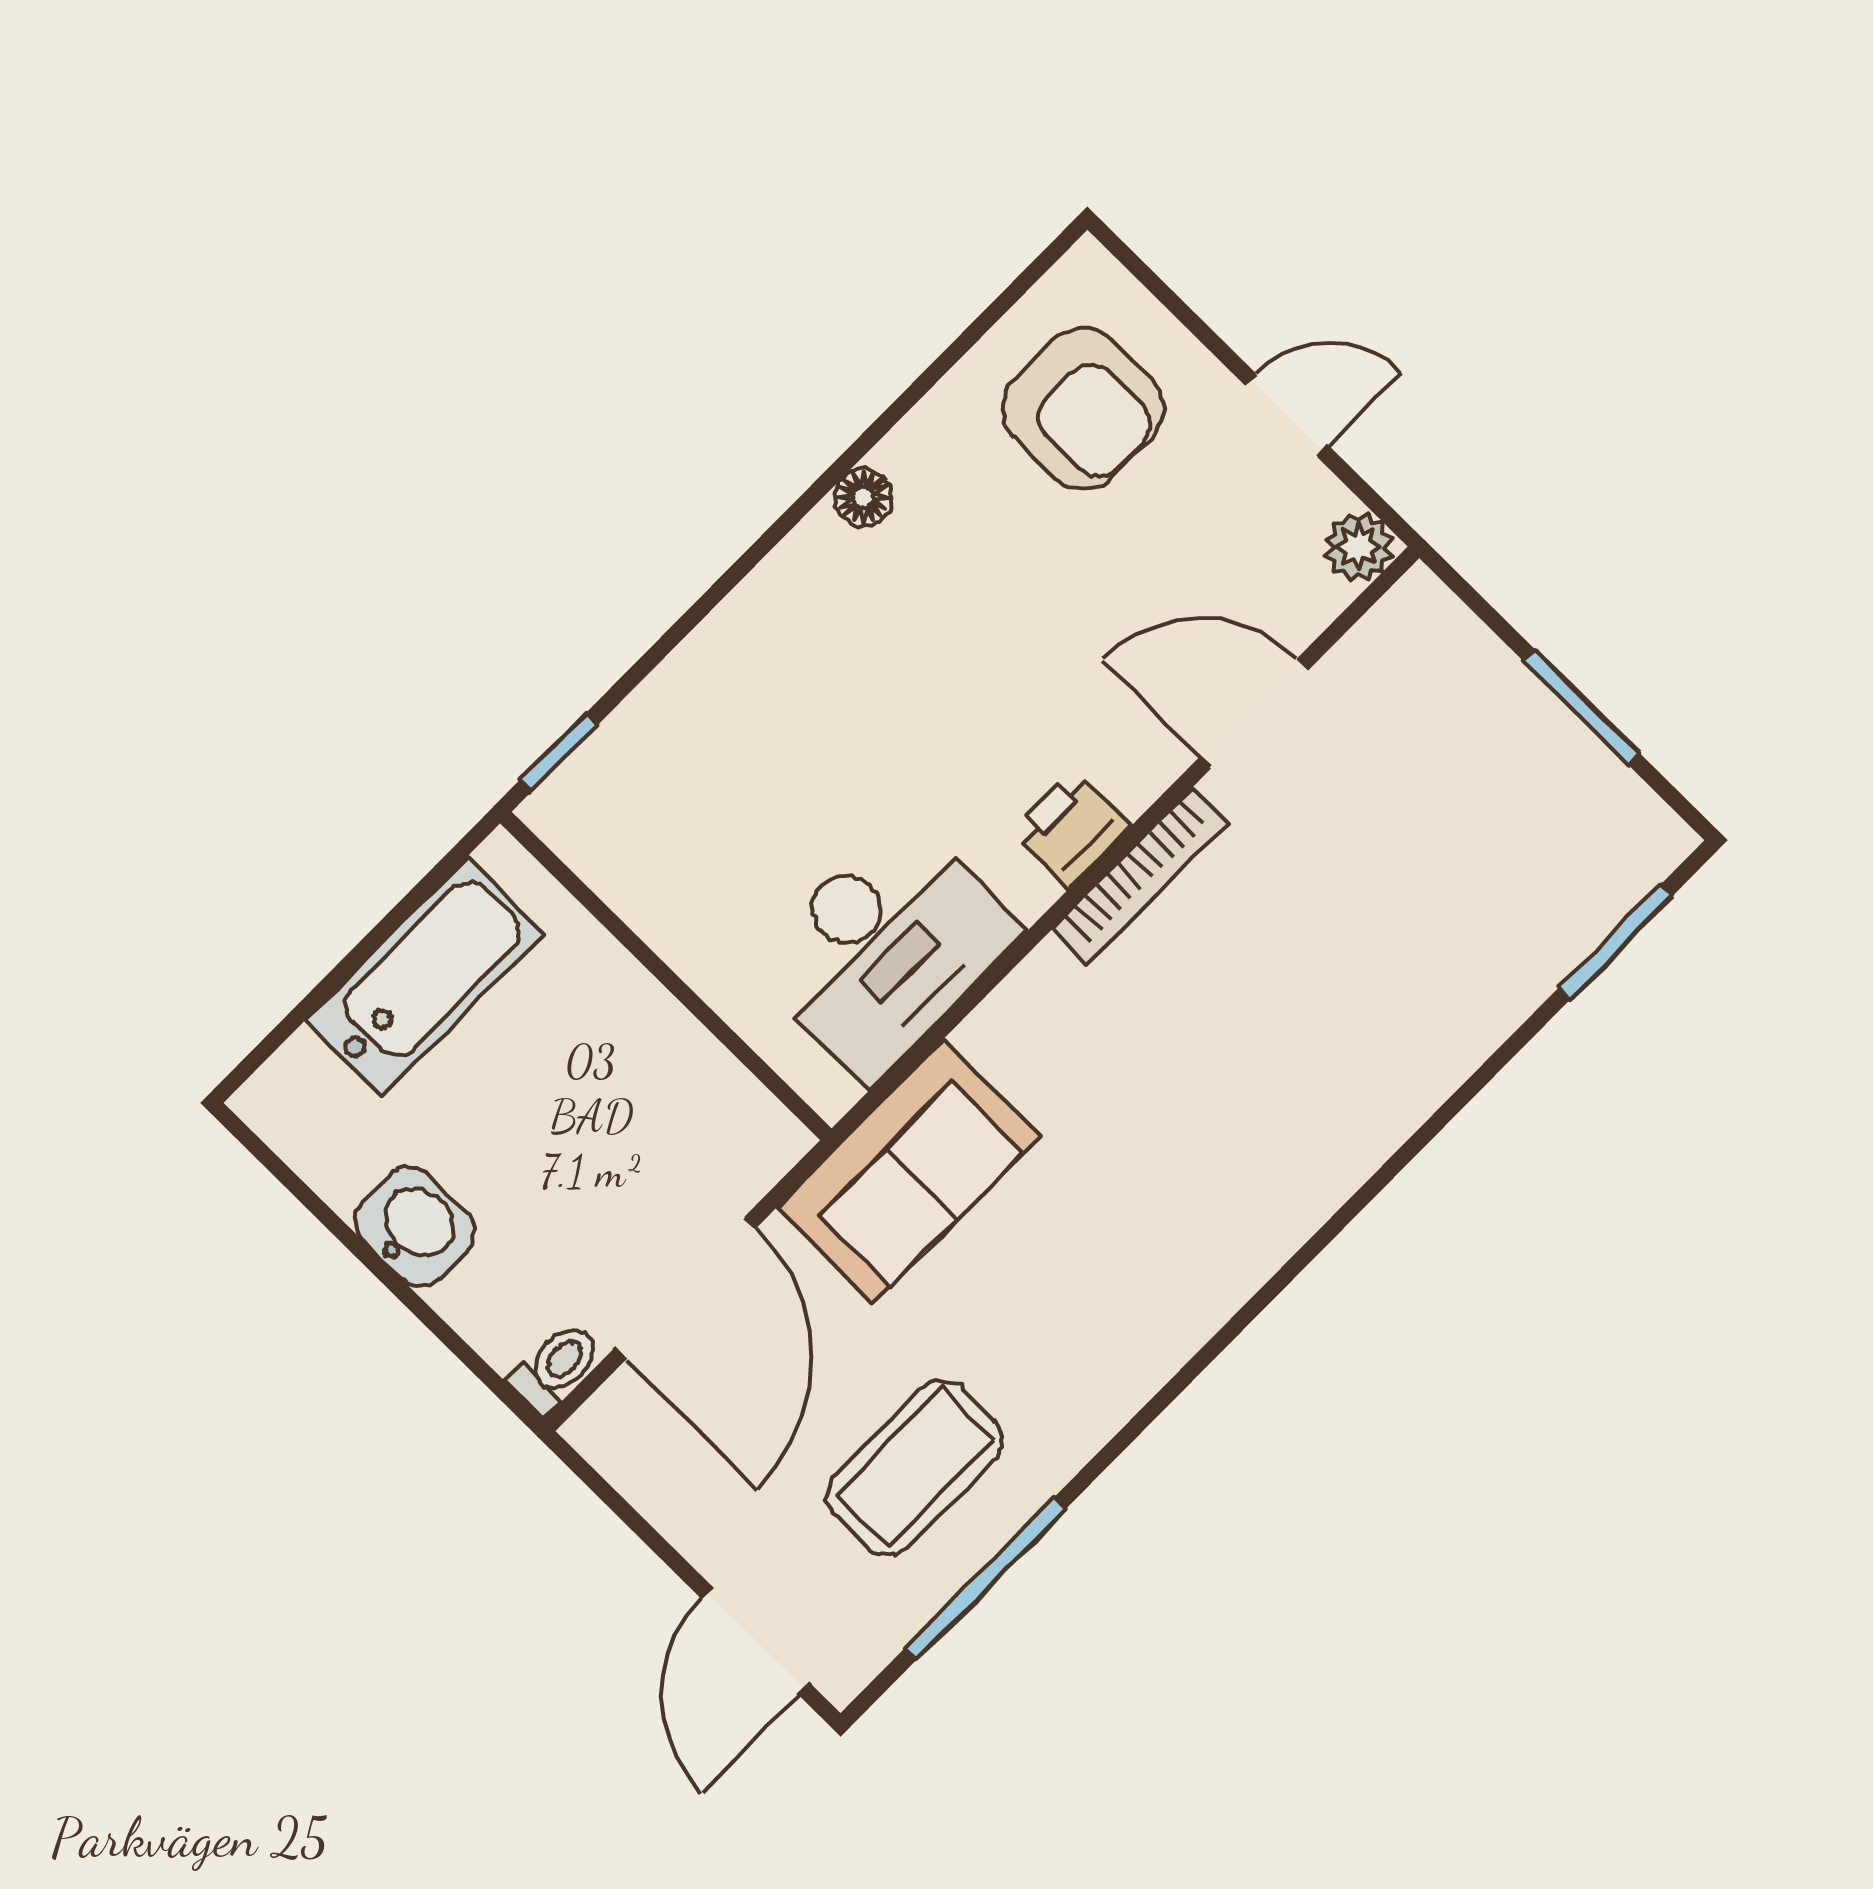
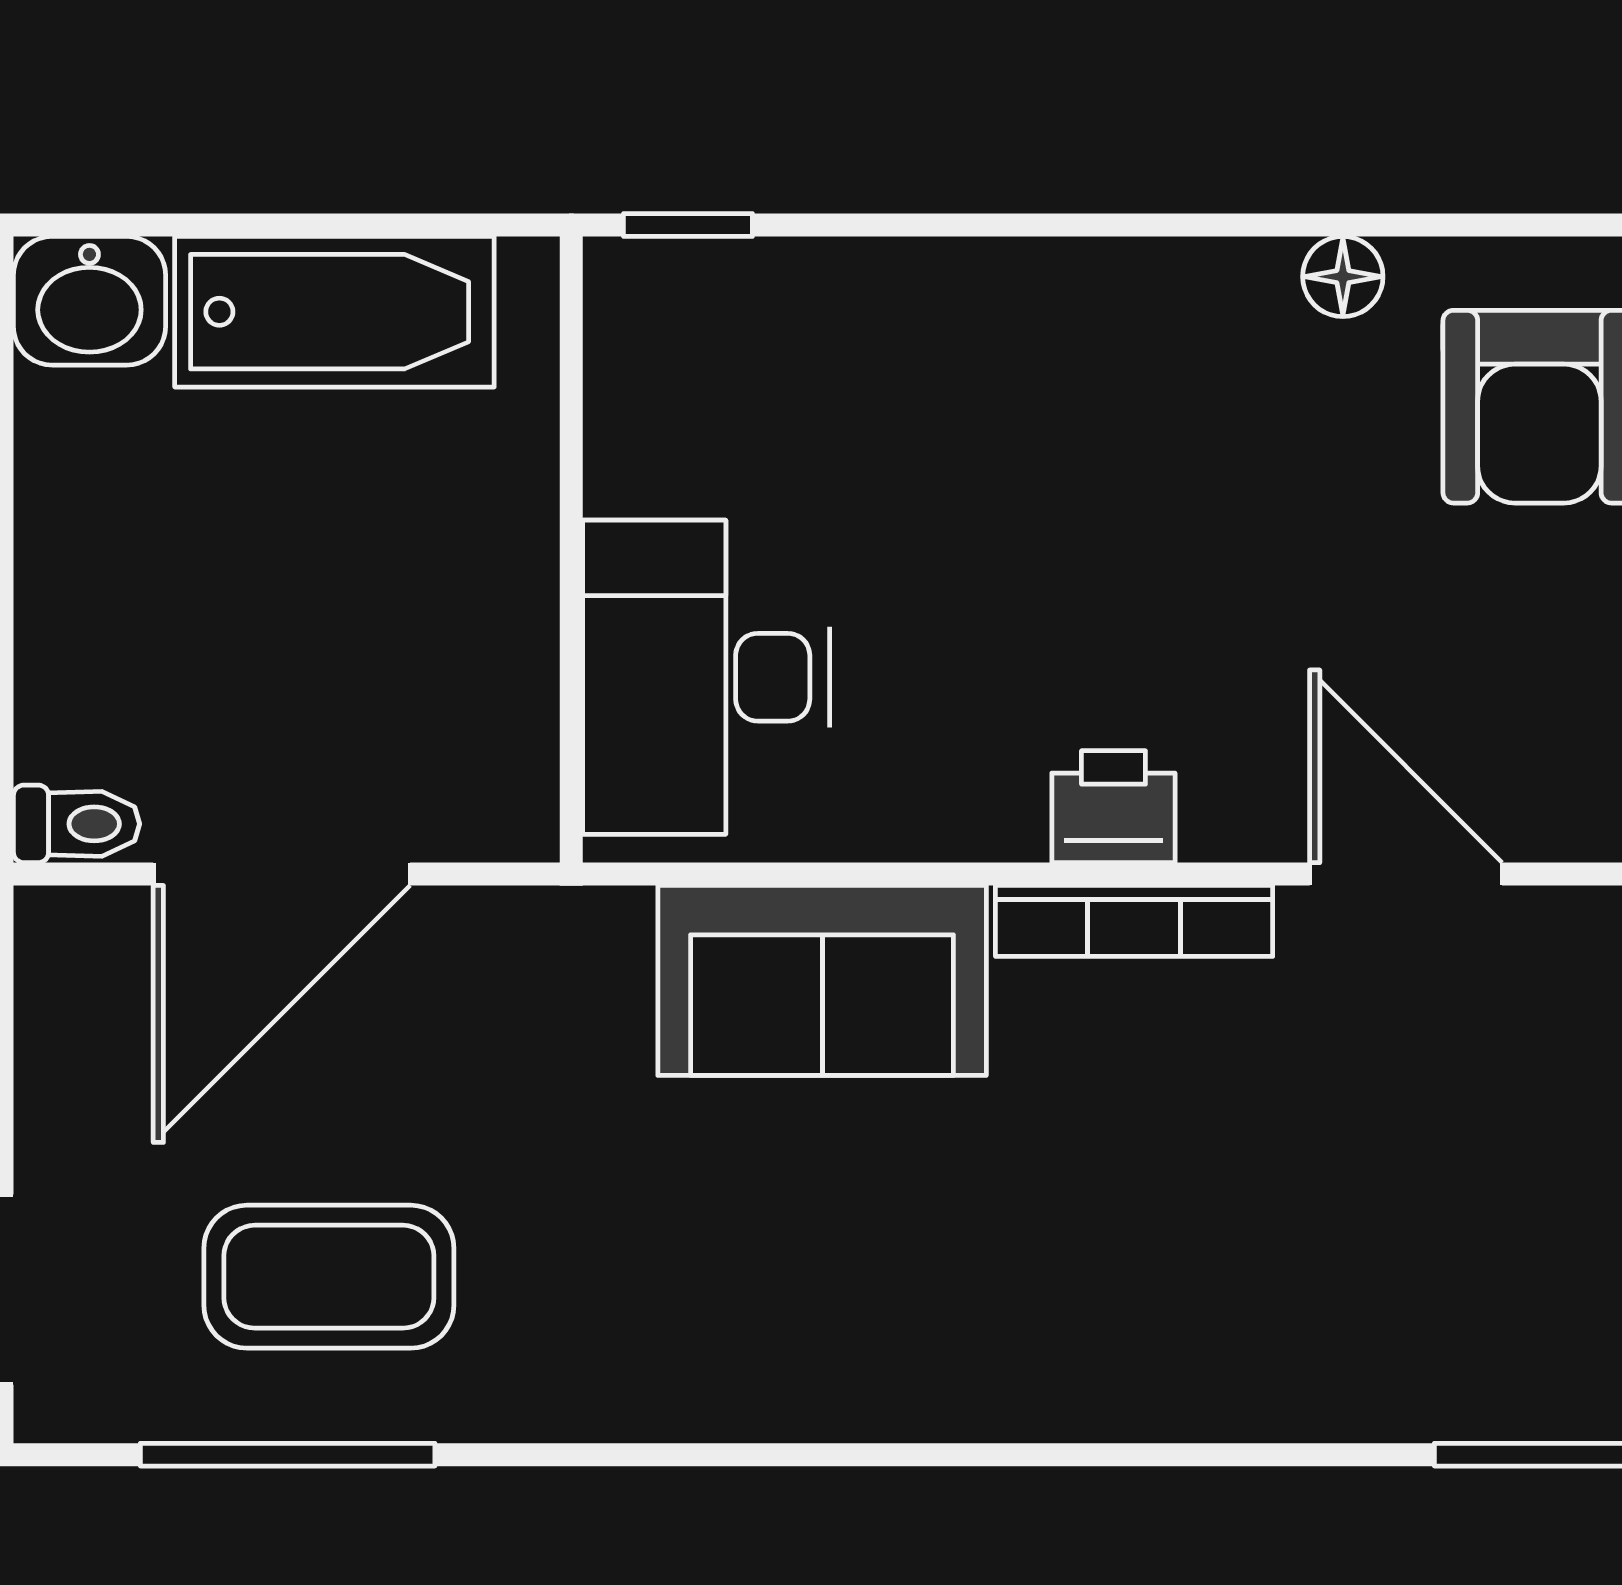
floor lamp: (863, 497) -> (1343, 277), moved
desk: (885, 948) -> (706, 677), moved, turned 90
sofa: (909, 1171) -> (822, 980), moved
washbasin: (415, 1227) -> (89, 301), moved, turned 90

